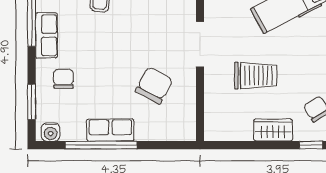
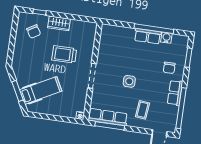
side table: (132, 44) -> (129, 81), added
chair: (154, 85) -> (120, 57), removed
water cooler: (51, 132) -> (166, 38), moved

